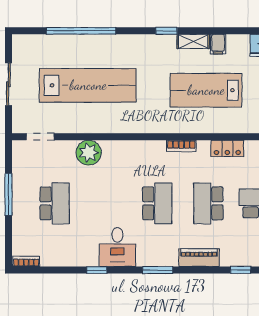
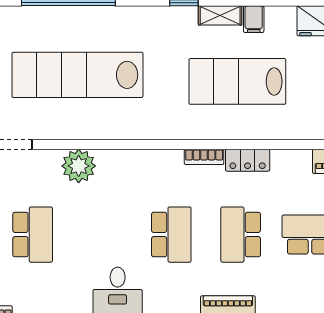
lab bench: (88, 85) -> (77, 75), turned 180
locker: (227, 148) -> (248, 160), moved

